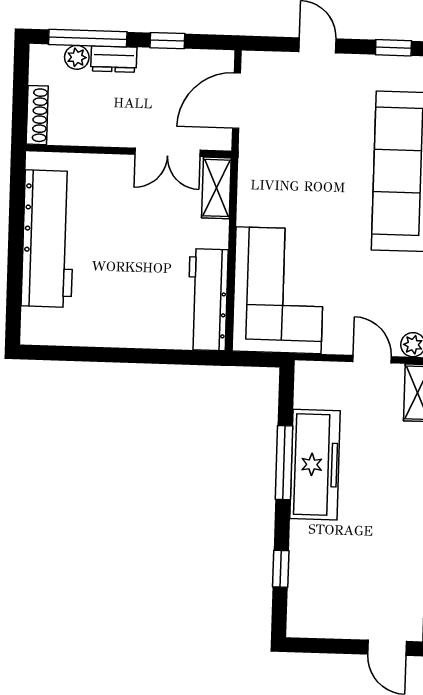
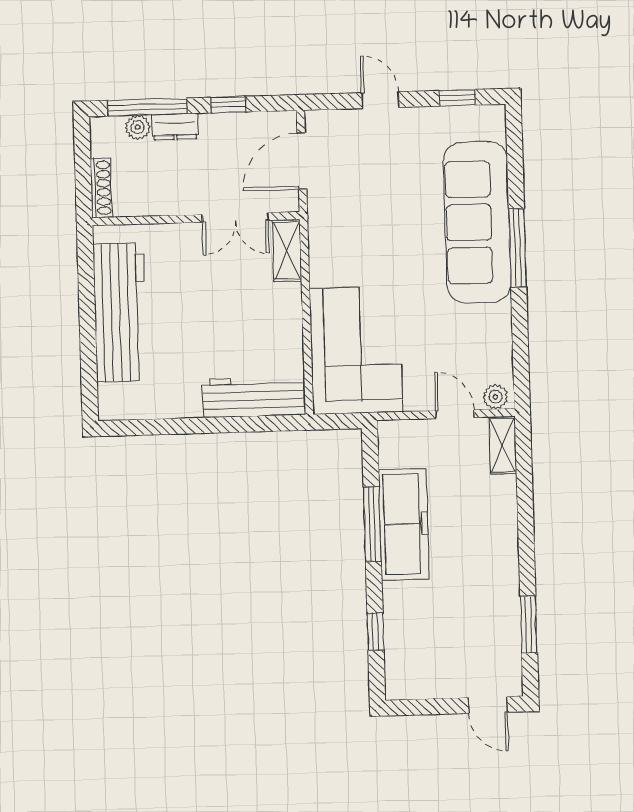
workbench: (208, 300) -> (254, 397), moved, turned 90

